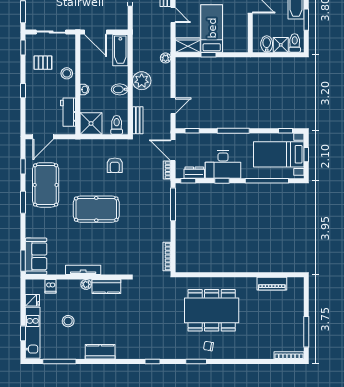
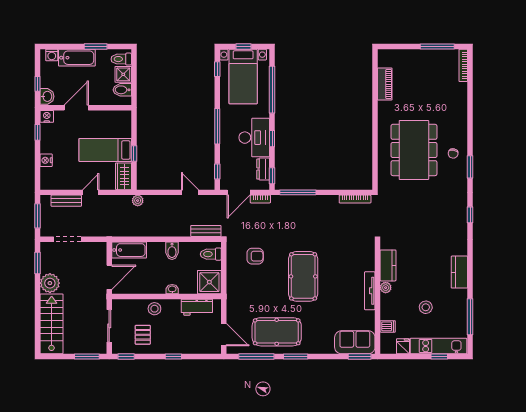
plant: (142, 81) -> (163, 227), removed
window: (23, 166) -> (256, 356), width x2.17

